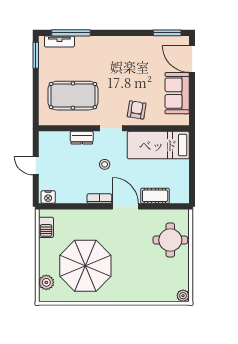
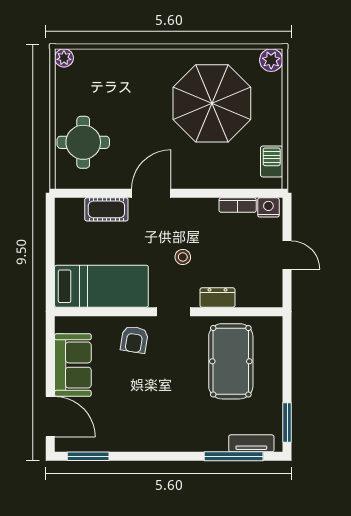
pool table: (73, 96) -> (231, 361), turned 90
bookcase: (99, 199) -> (238, 205), moved
door: (125, 206) -> (151, 193), swing flipped
plant: (46, 282) -> (271, 60), moved

